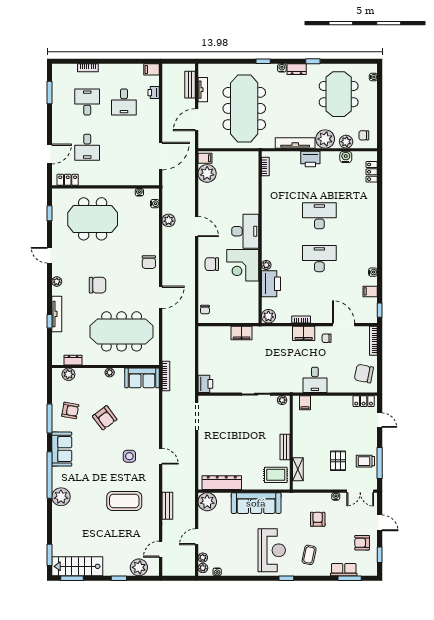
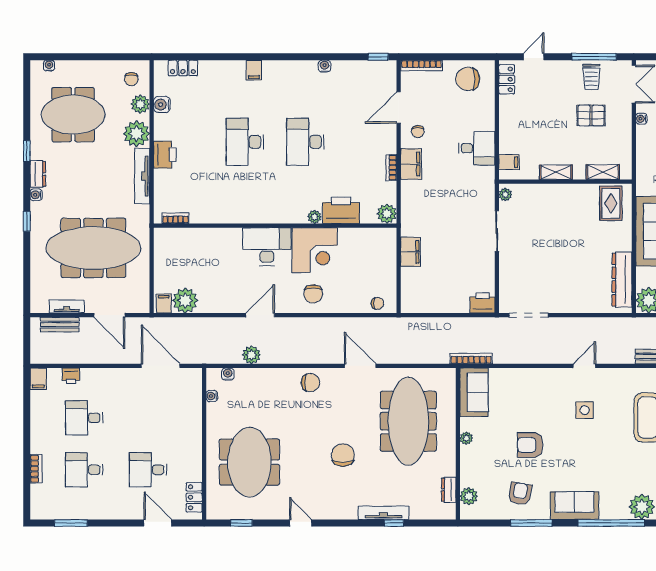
desk: (124, 102) -> (84, 418), turned 180
desk: (87, 147) -> (148, 470), turned 180
door: (50, 255) -> (301, 523), swing flipped
plant: (57, 282) -> (338, 513), removed
filing cabinet: (370, 291) -> (254, 70), moved
chair: (364, 374) -> (468, 79), turned 79
armchair: (105, 418) -> (530, 445), turned -143
shelving: (298, 436) -> (556, 172), added
bench: (285, 447) -> (572, 190), removed

